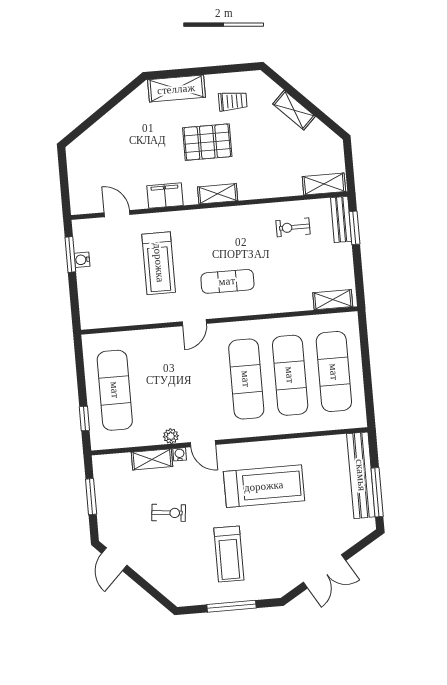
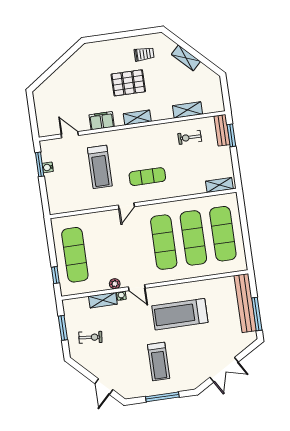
shelving: (176, 89) -> (105, 48), removed
shelving: (324, 184) -> (188, 110), moved
treadmill: (264, 486) -> (180, 314), turned 180
exercise bike: (169, 513) -> (90, 337), moved
door: (114, 559) -> (104, 387), moved

